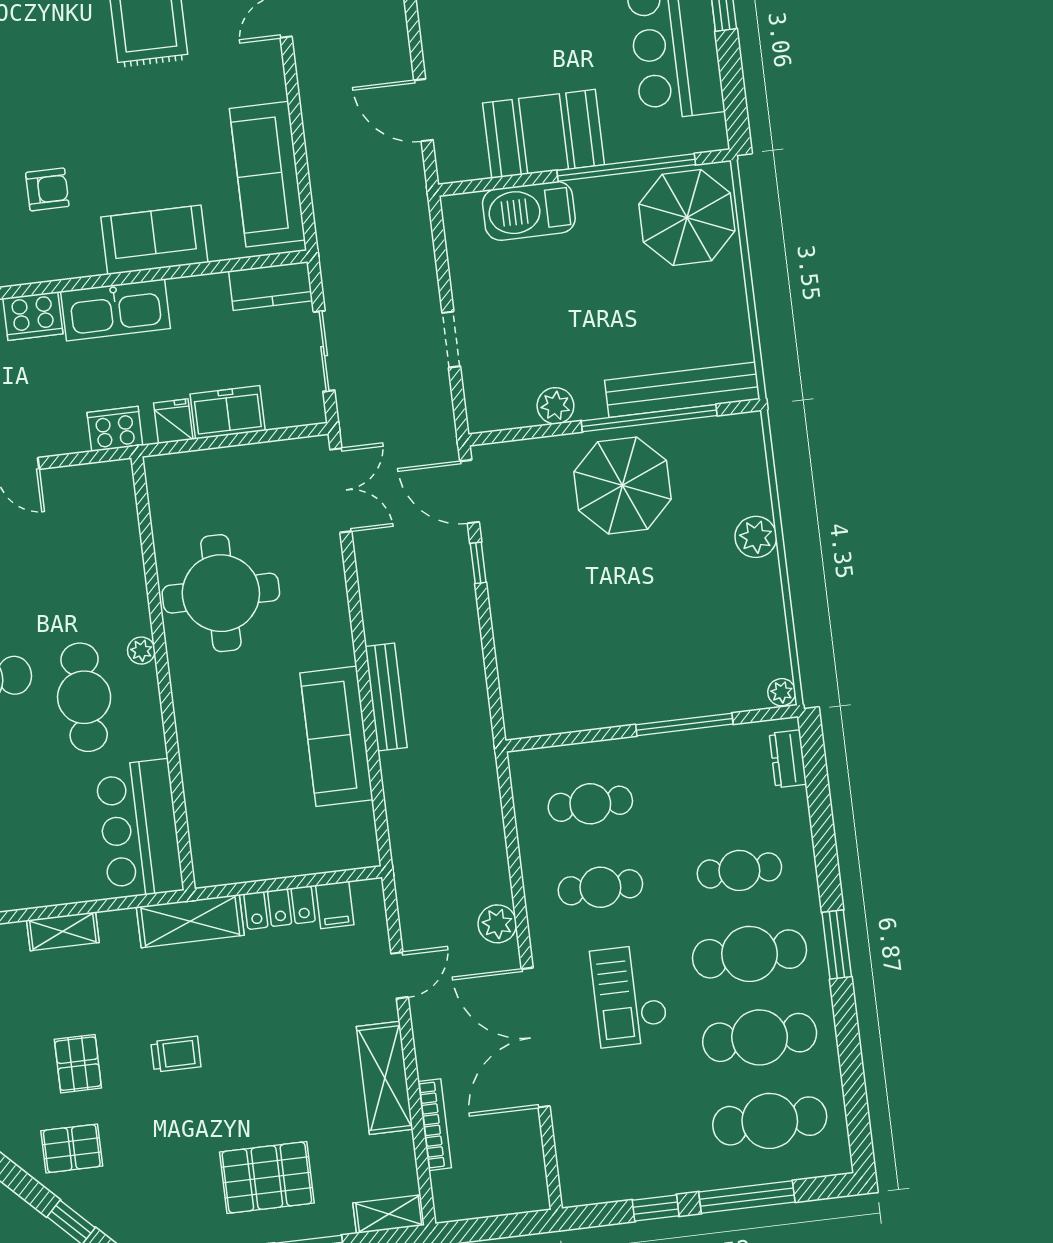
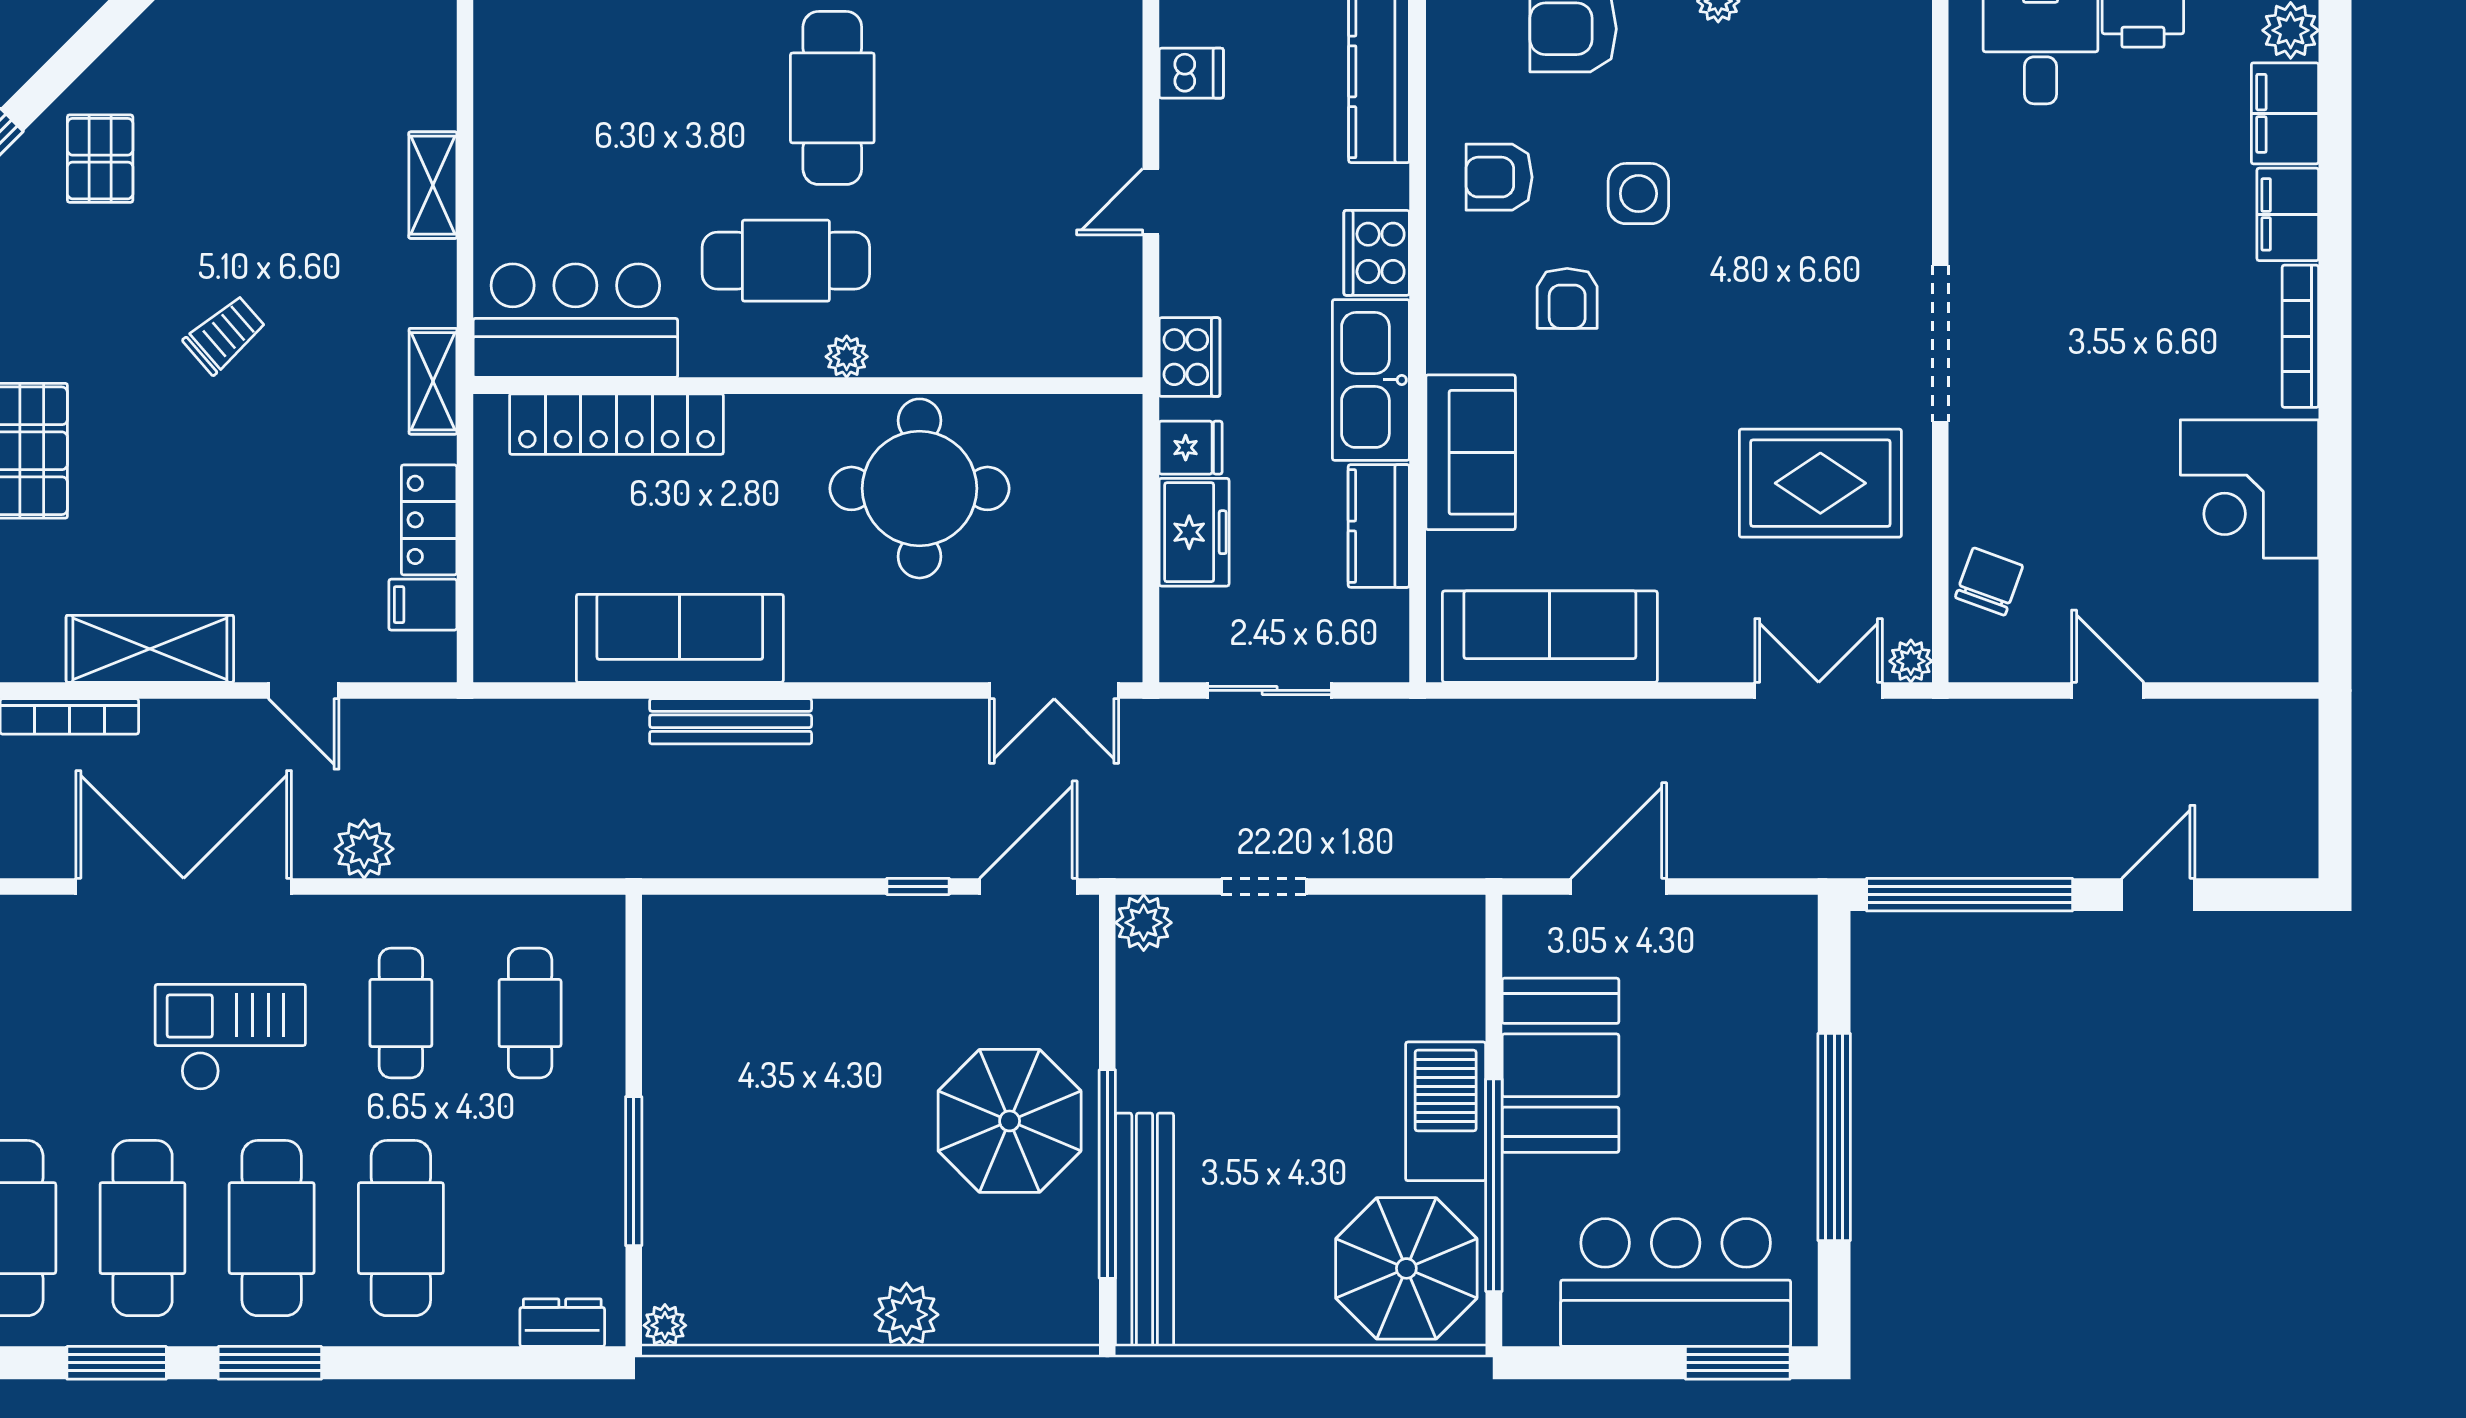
barbecue: (529, 211) -> (1446, 1111), moved
kitchen counter: (271, 286) -> (1379, 526), moved
plant: (555, 406) -> (1144, 923), moved
locker: (203, 794) -> (616, 424), added
cafe table: (739, 870) -> (401, 1228), width x1.37, depth x1.35
shelving: (190, 921) -> (433, 381), width x0.67, depth x0.75
window: (849, 1044) -> (117, 1363), added
trolley: (176, 1054) -> (225, 335), turned -131
pallet: (78, 1064) -> (228, 184), removed

